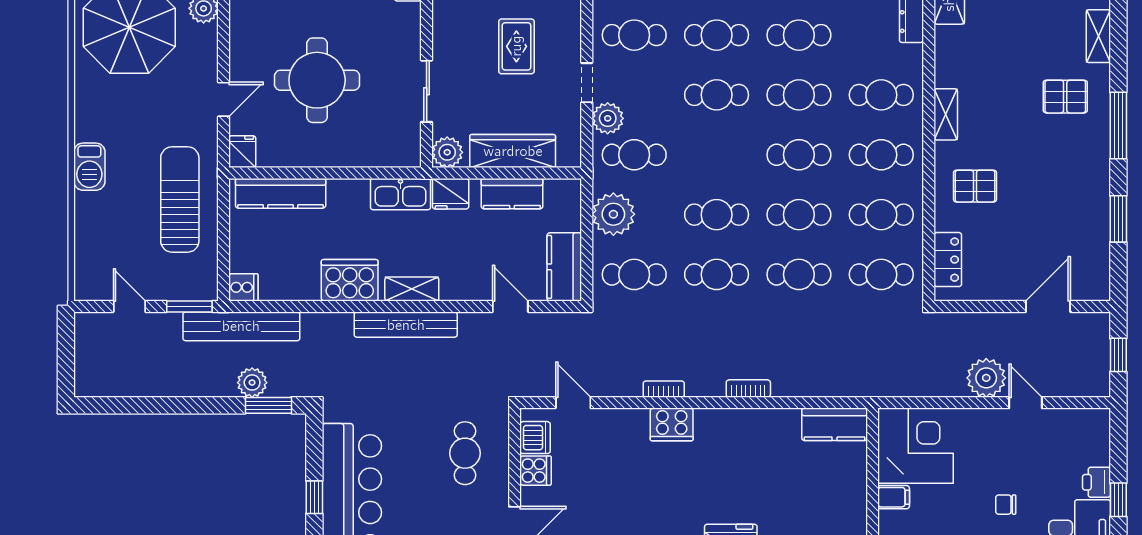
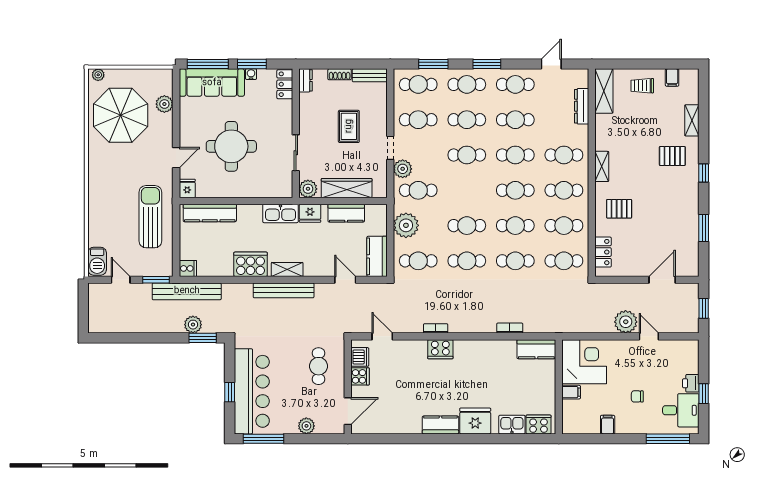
window: (1118, 126) -> (704, 173), width x0.46
barbecue: (89, 167) -> (97, 261), moved
bookcase: (748, 389) -> (510, 328), moved

